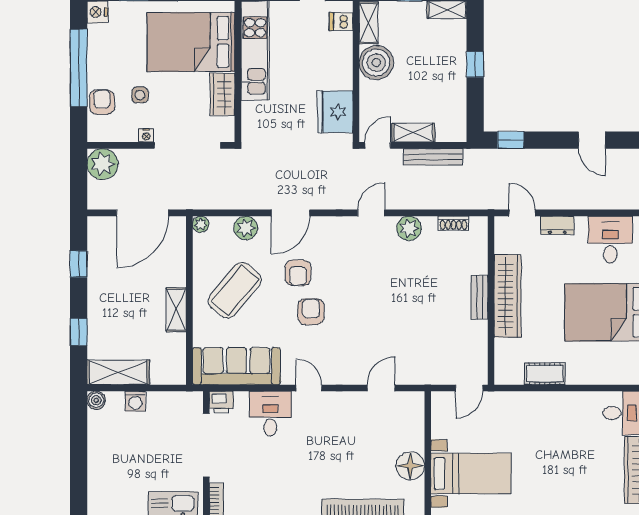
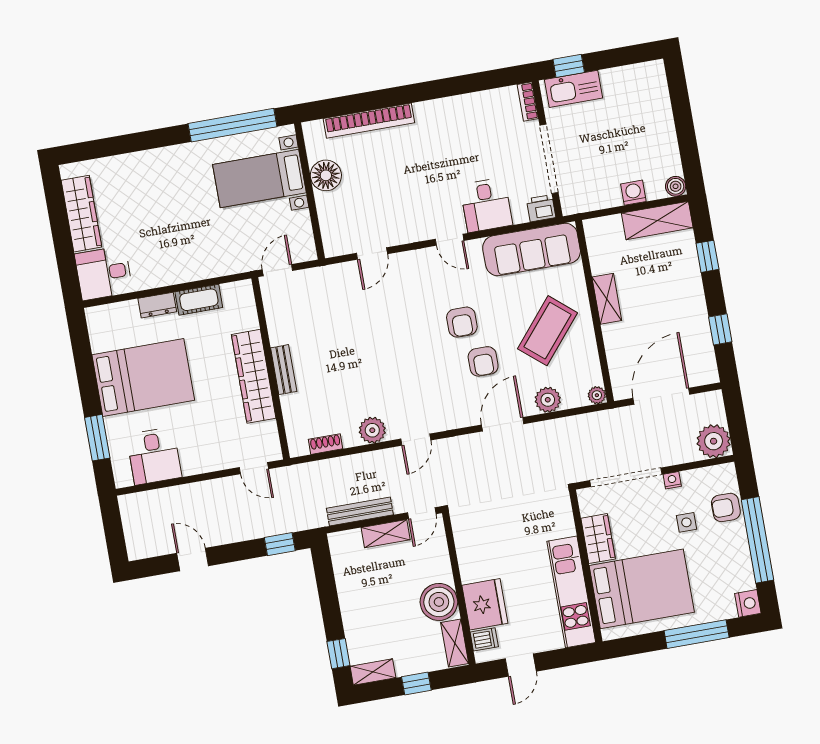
window: (475, 64) -> (338, 654), moved
armchair: (102, 102) -> (726, 507), turned 90
fridge: (335, 112) -> (485, 604), moved
dresser: (557, 225) -> (157, 305), moved, turned 180
armchair: (298, 273) -> (483, 361), turned 180

